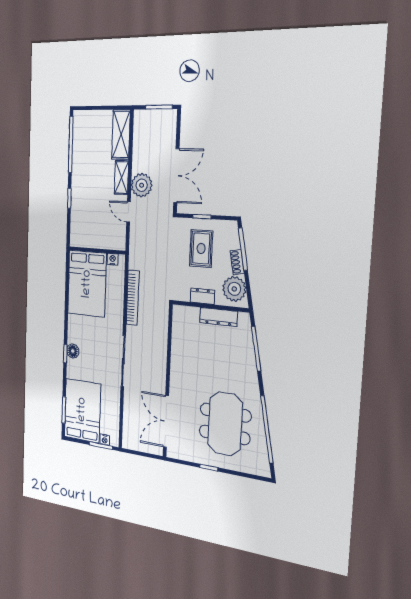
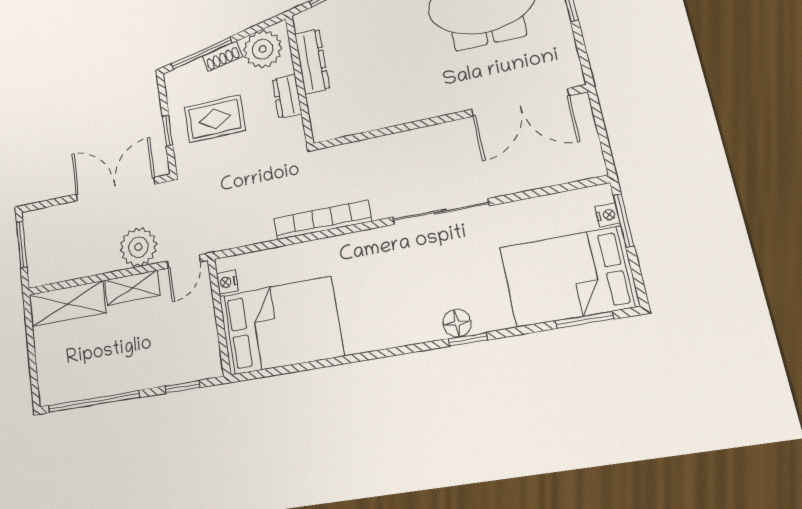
wall: (97, 250) -> (219, 317), moved
nightstand: (113, 259) -> (227, 282), moved
bed: (87, 284) -> (281, 326), moved

